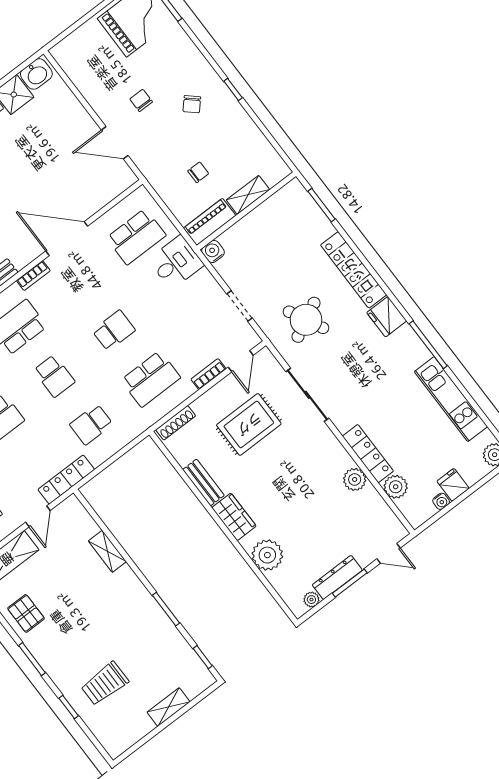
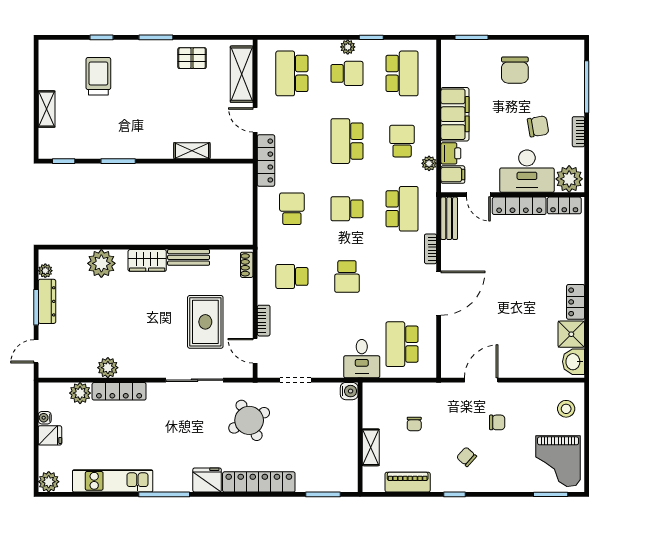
stool: (83, 49) -> (566, 409), added
piano: (210, 222) -> (408, 482), moved, turned -90
school desk: (151, 379) -> (292, 276), width x0.54
shoe rack: (176, 423) -> (247, 265), width x0.70

